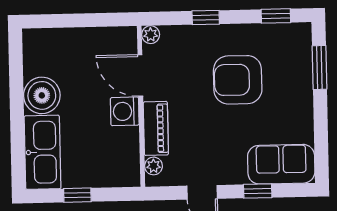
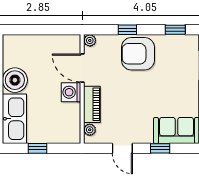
armchair: (238, 80) -> (138, 54), moved

